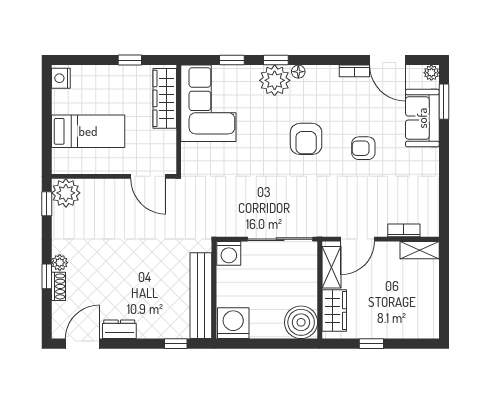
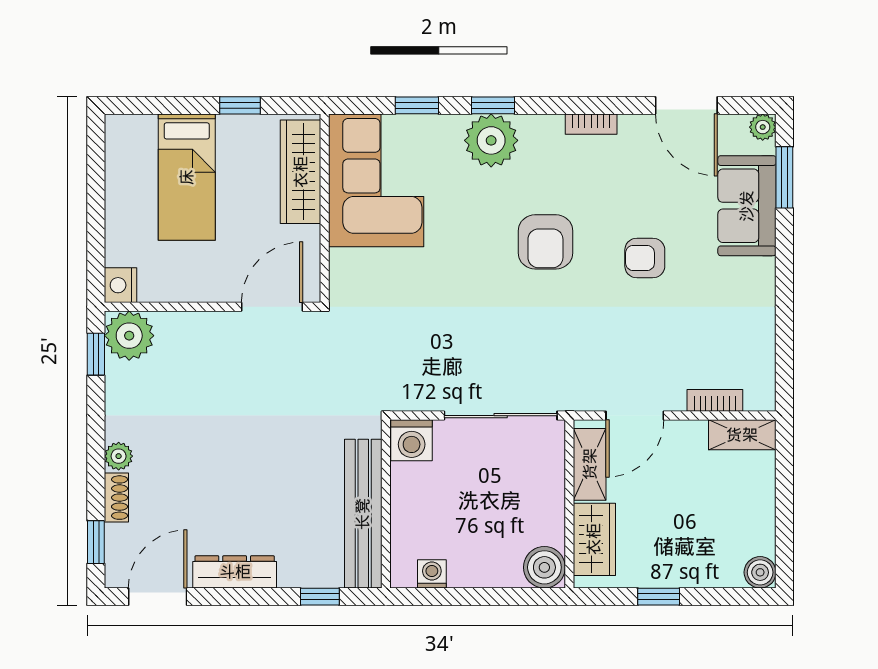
bookcase: (354, 71) -> (591, 124), moved
floor lamp: (298, 72) -> (532, 125), removed
nightstand: (61, 78) -> (121, 285), moved
bed: (88, 131) -> (187, 177), moved, turned 90
door: (148, 176) -> (272, 307), swing flipped
window: (47, 276) -> (96, 542), moved
boiler: (301, 322) -> (544, 567), width x0.73, depth x0.73
washing machine: (233, 323) -> (432, 574), width x0.53, depth x0.53
dresser: (119, 329) -> (235, 572), width x1.44
boiler: (430, 330) -> (760, 572), added

